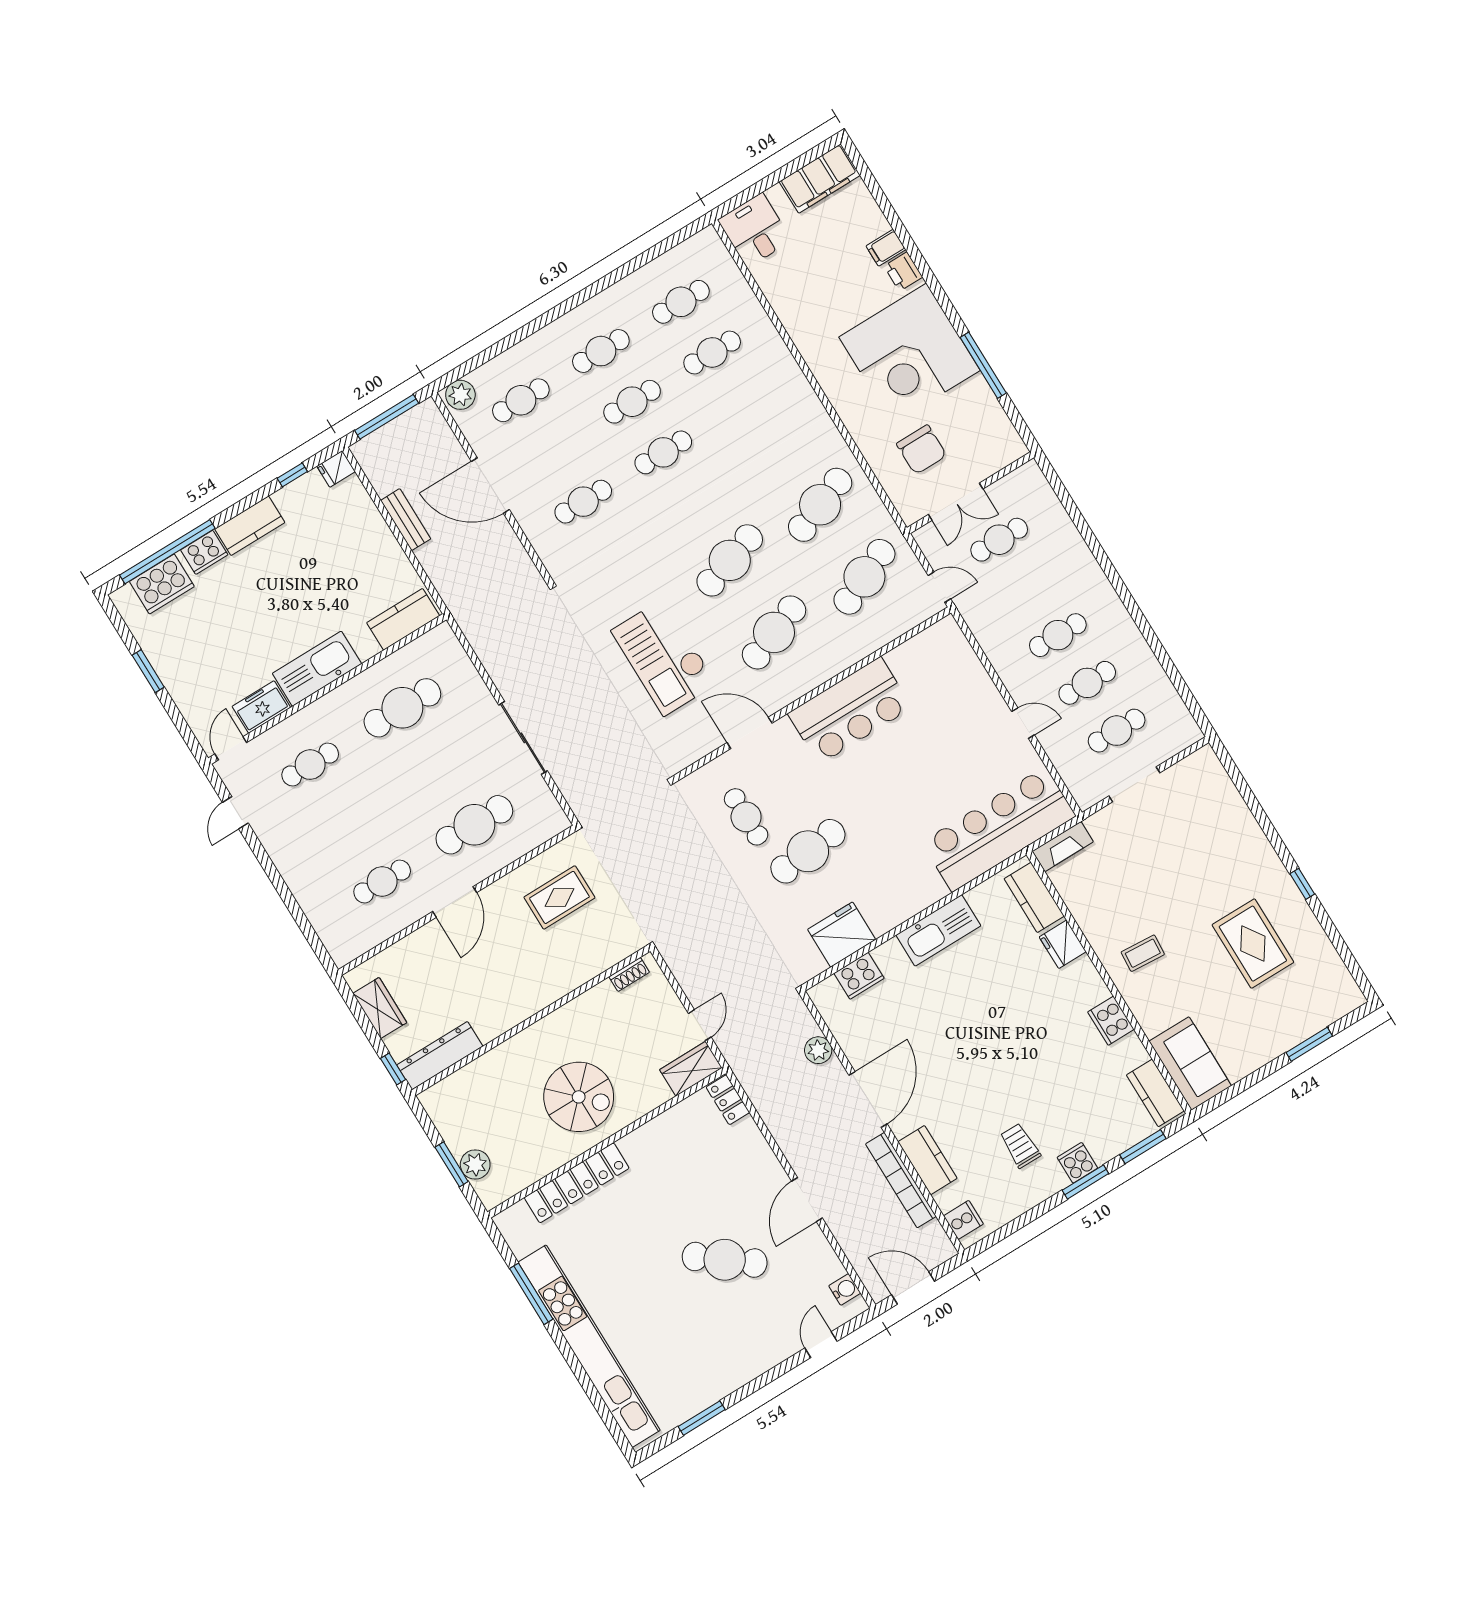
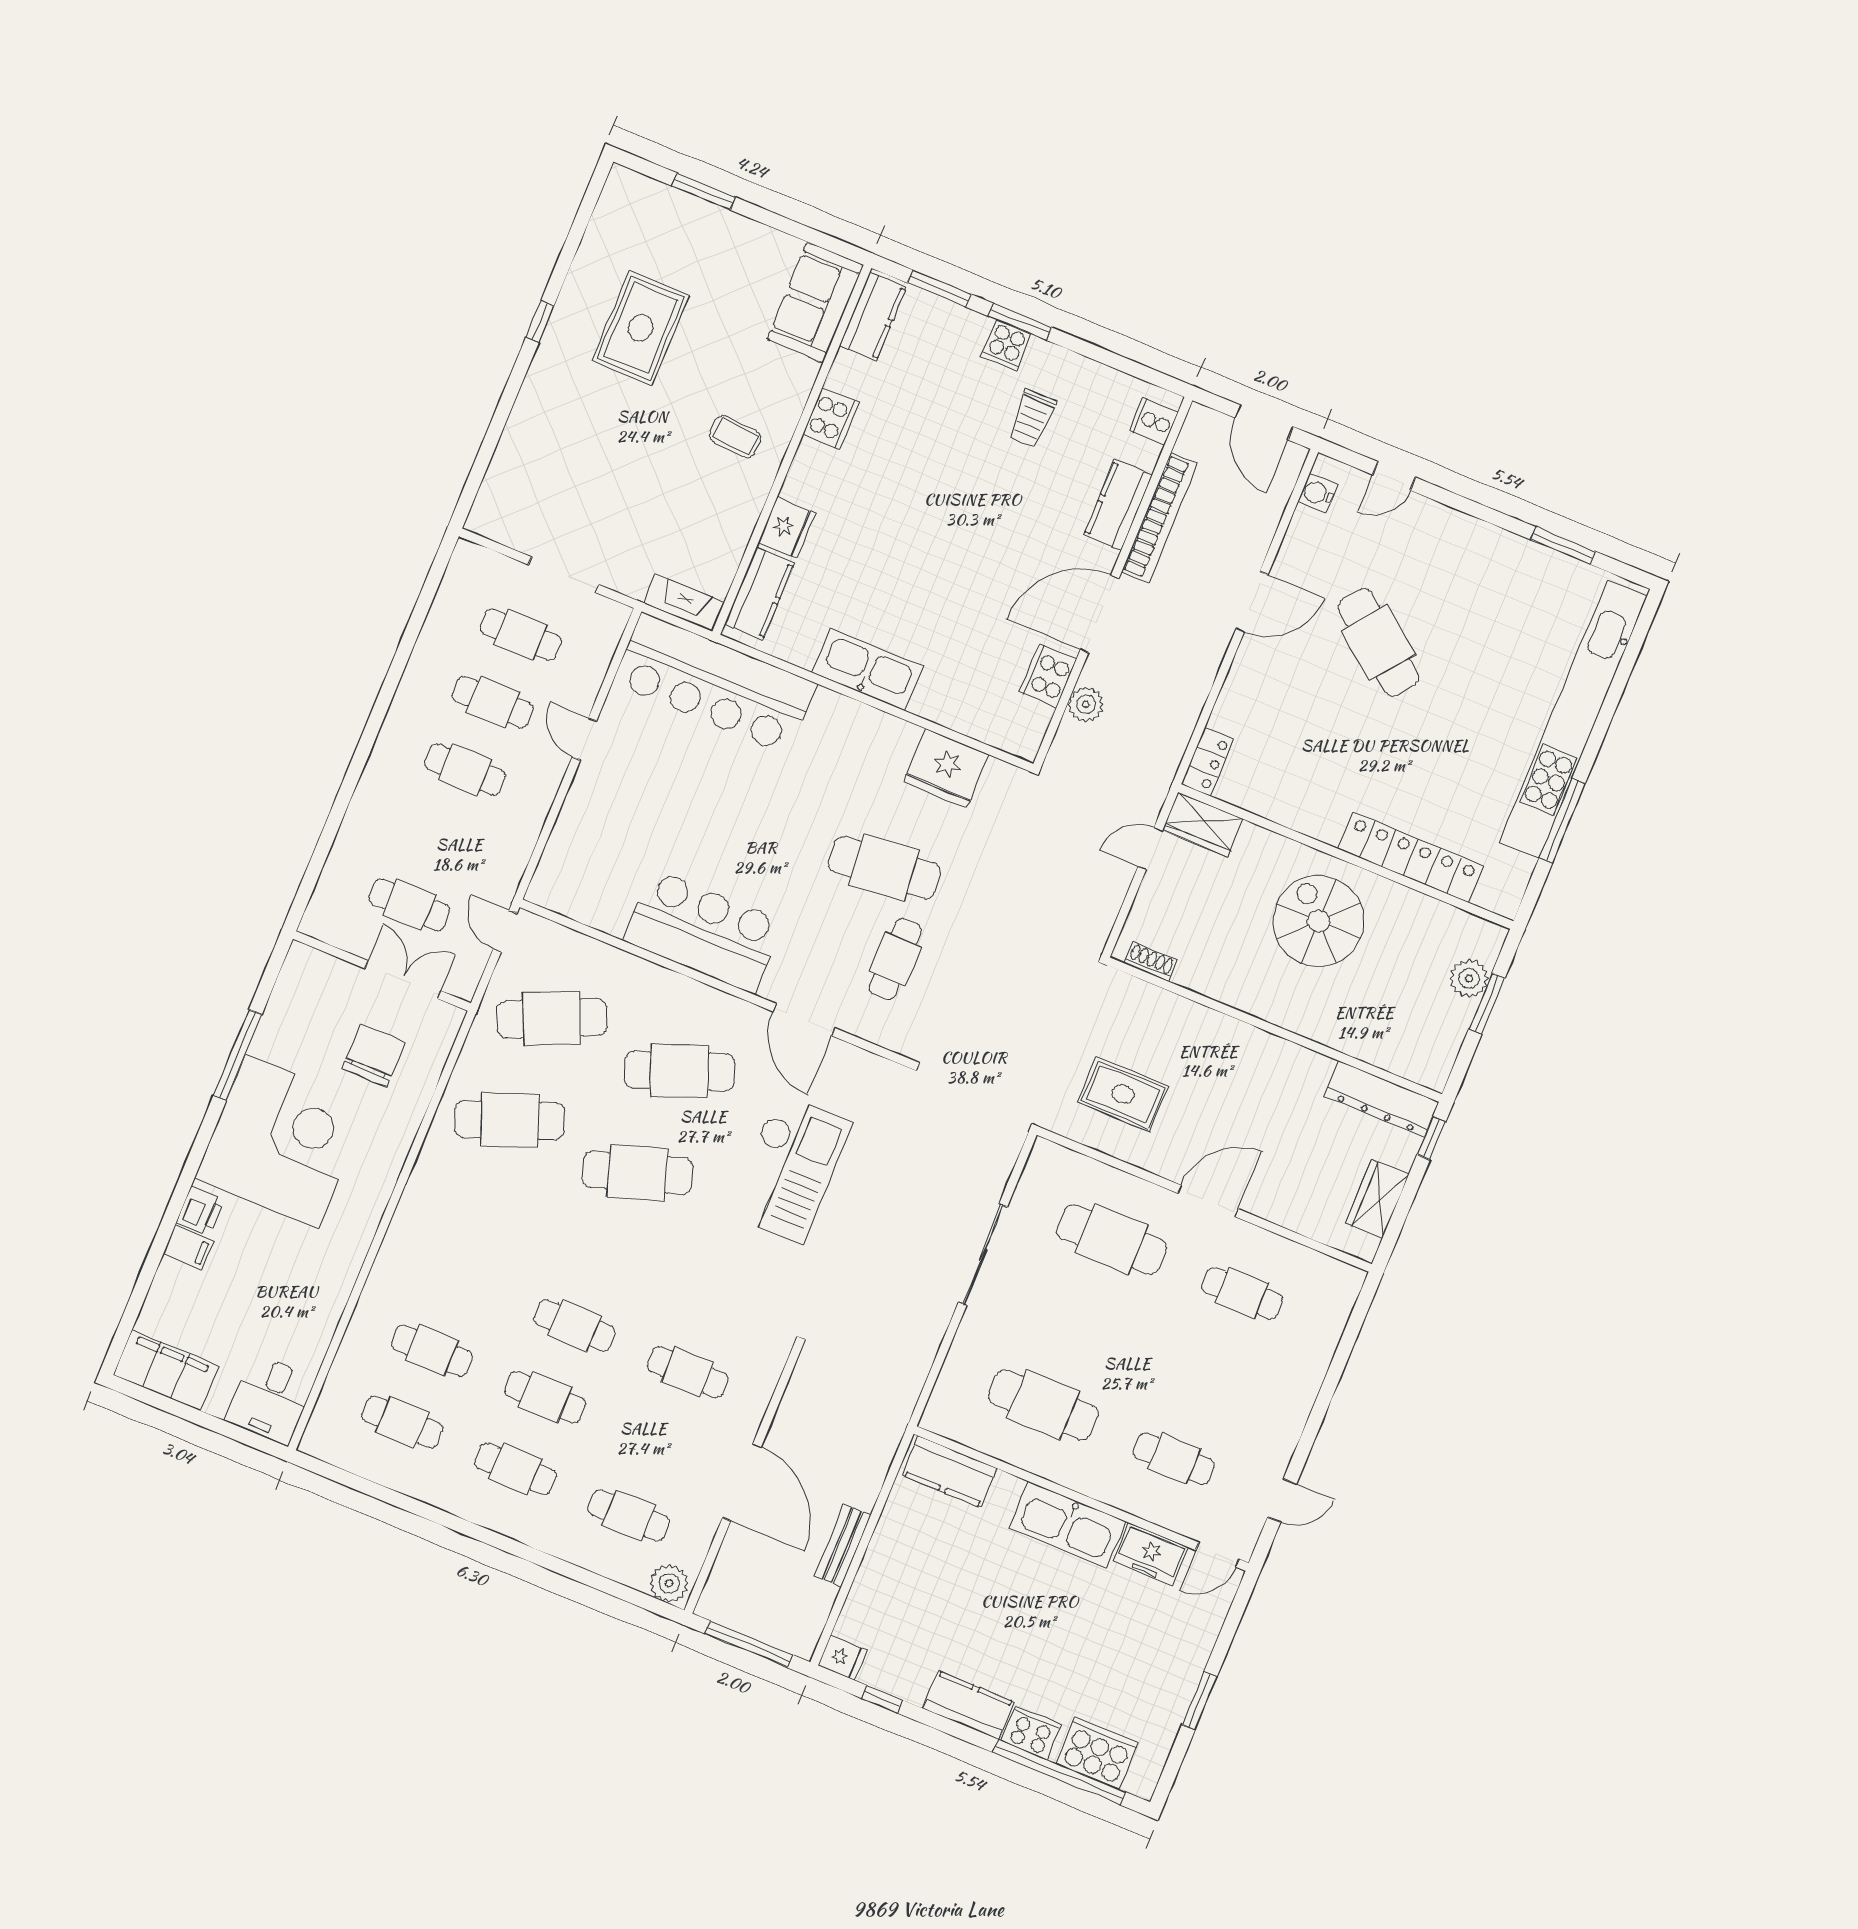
cooker: (859, 976) -> (1048, 676), moved, turned -90

